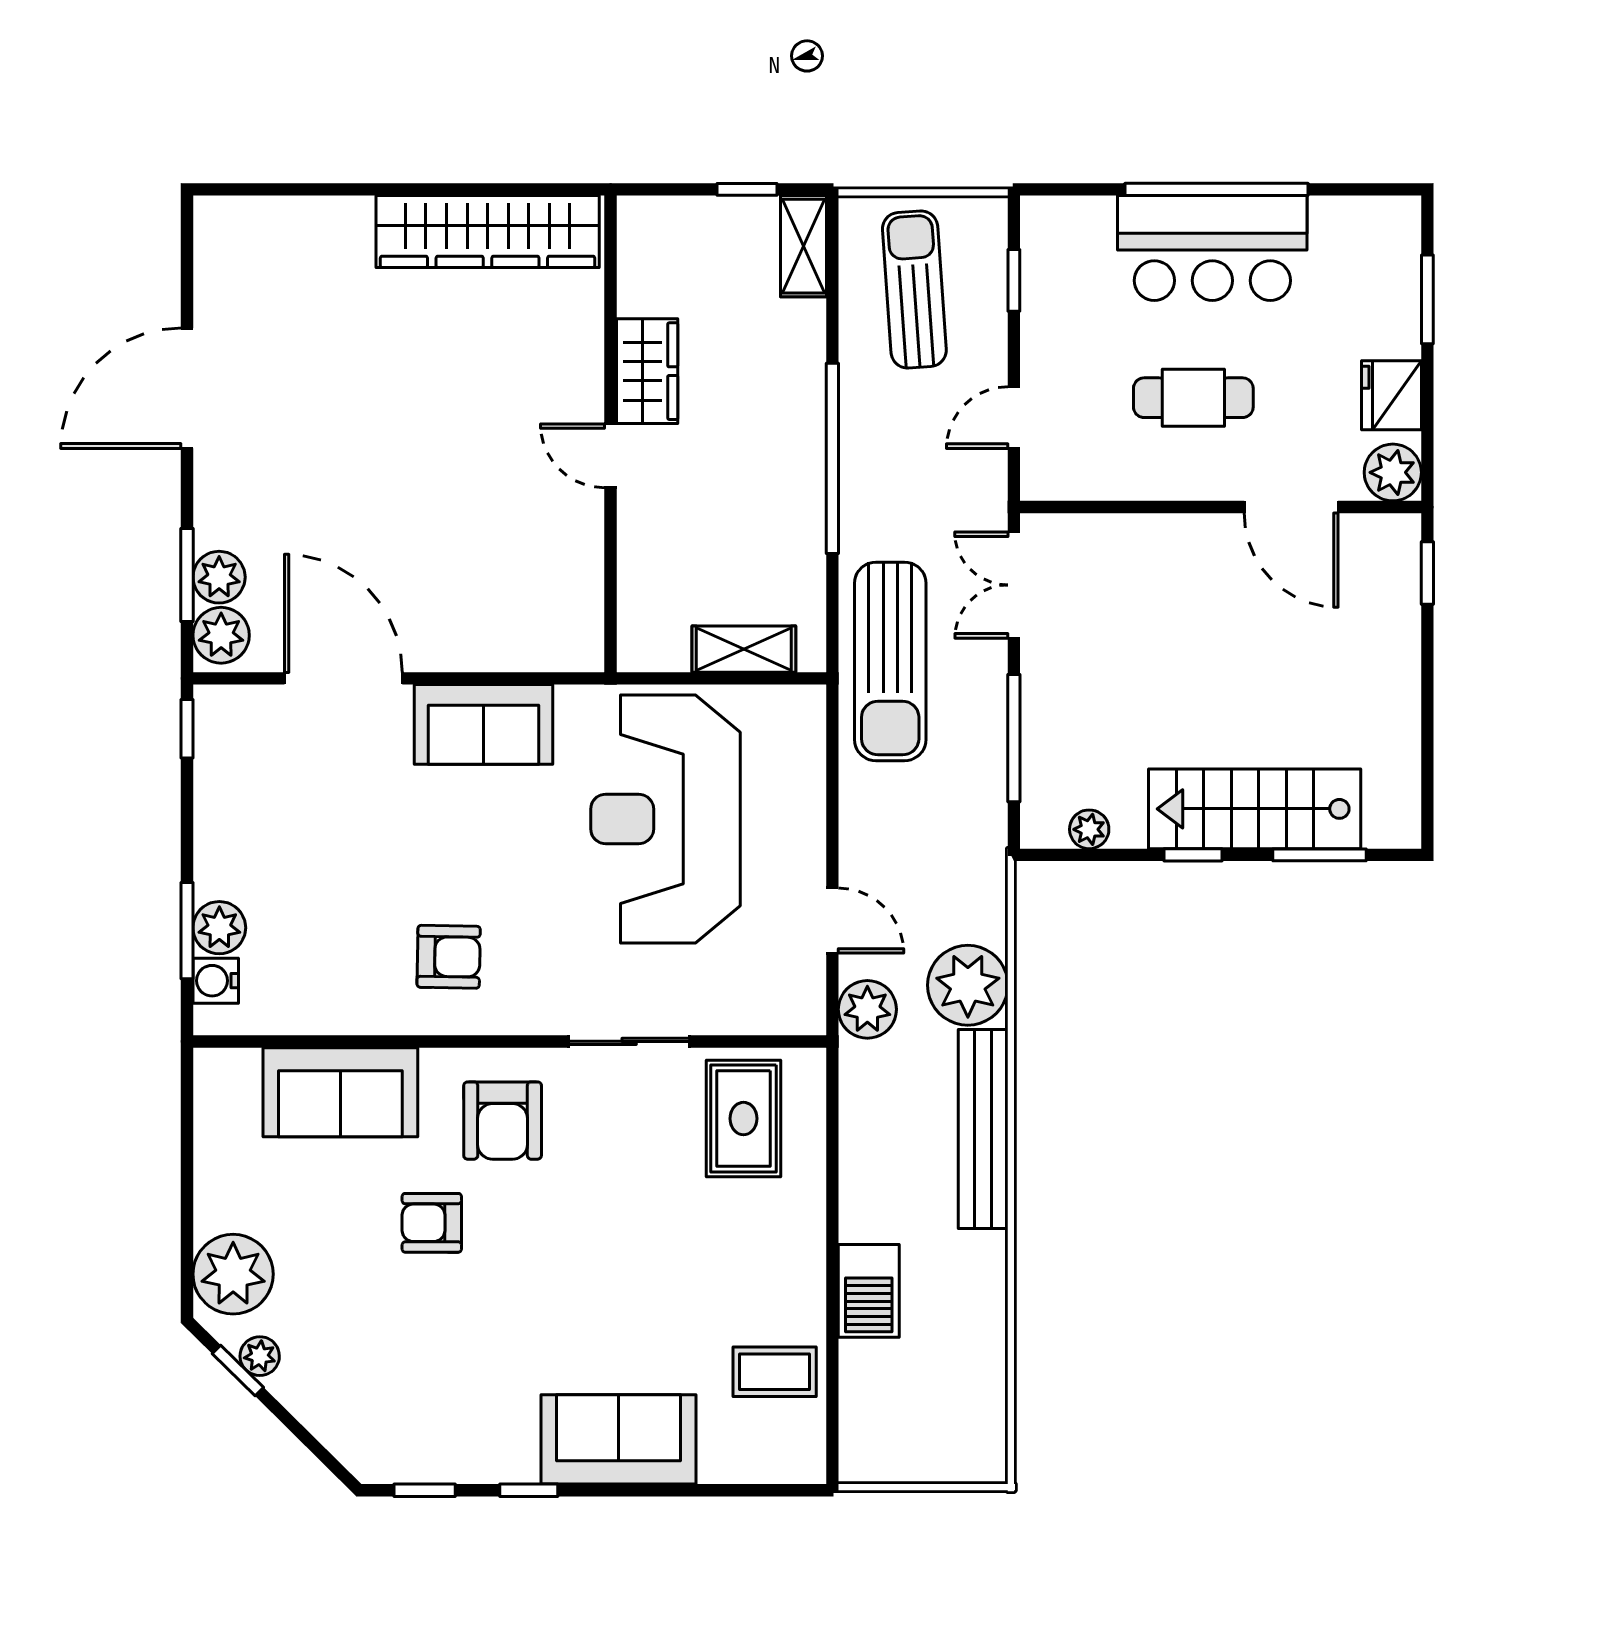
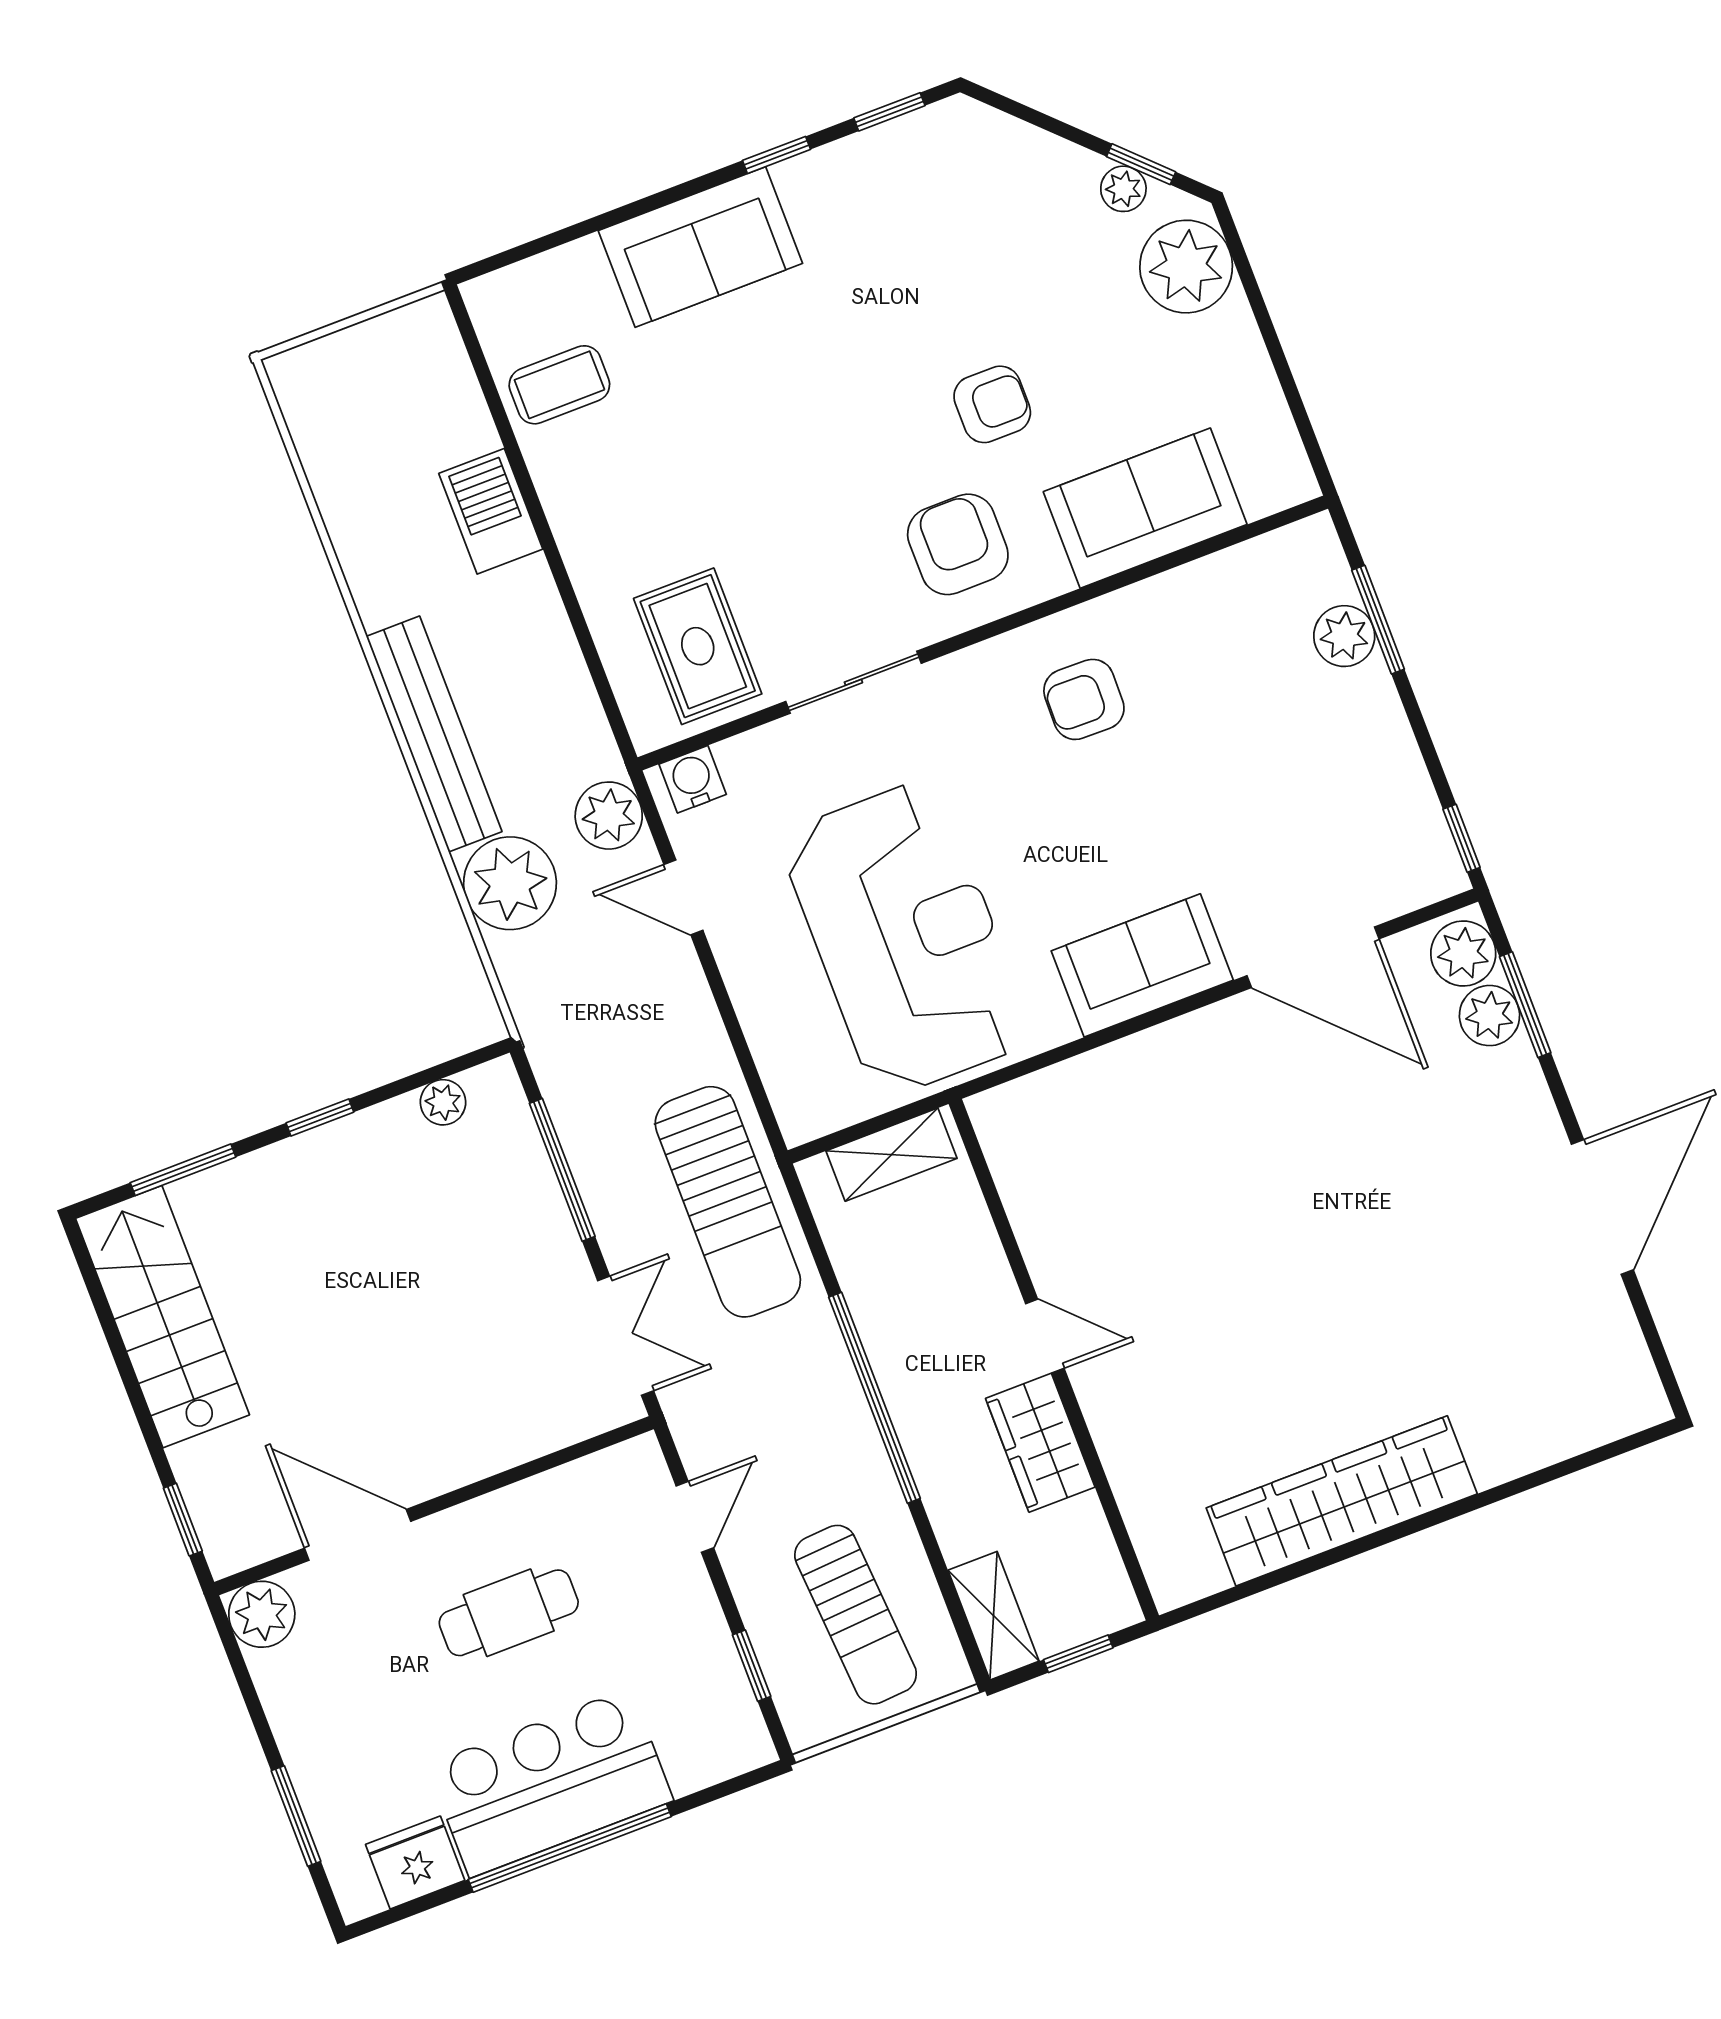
wardrobe: (647, 371) -> (1040, 1443), moved
fridge: (1391, 395) -> (415, 1862), moved, turned -90
wall: (611, 434) -> (1054, 1360), moved
door: (611, 456) -> (1045, 1336), moved
sun lounger: (890, 661) -> (728, 1202), turned 180
stairs: (1255, 809) -> (162, 1317), moved, turned -90
water cooler: (216, 981) -> (693, 779), moved, turned -90

